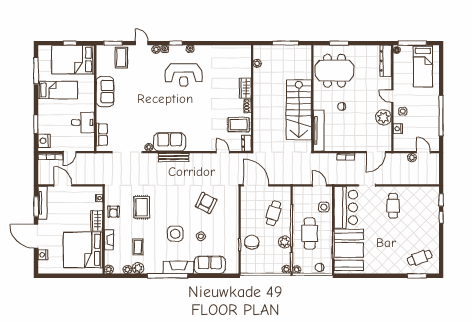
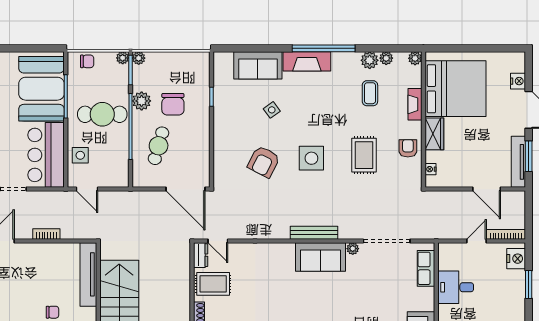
door: (223, 152) -> (218, 241), moved
cafe table: (310, 233) -> (102, 114), turned 90
side table: (175, 234) -> (311, 158), moved
chair: (252, 242) -> (173, 104), moved

